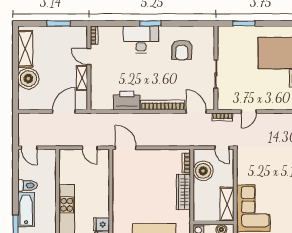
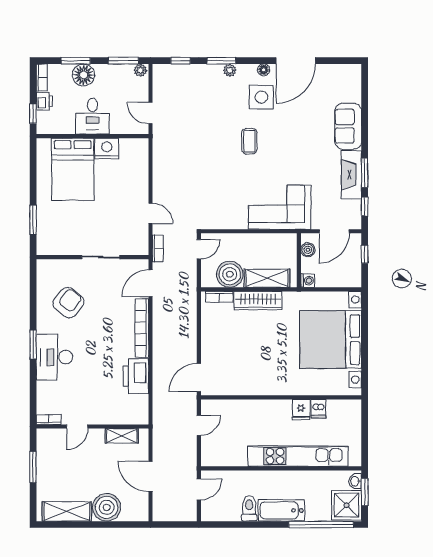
armchair: (182, 50) -> (68, 303), turned -51
shelving: (82, 78) -> (122, 436), moved
door: (64, 111) -> (150, 477), moved
door: (29, 148) -> (199, 489), moved
shelving: (227, 204) -> (267, 278), moved

